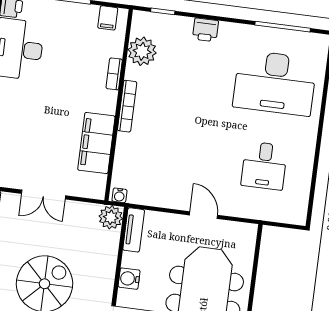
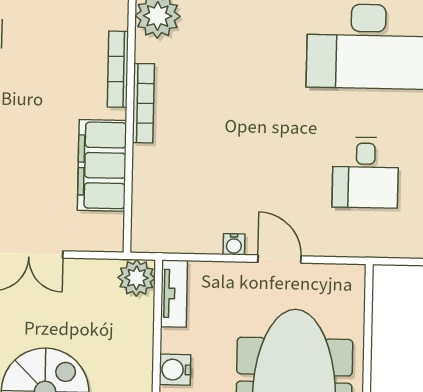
bookcase: (114, 74) -> (118, 69), width x1.56
water cooler: (119, 195) -> (234, 244), moved

